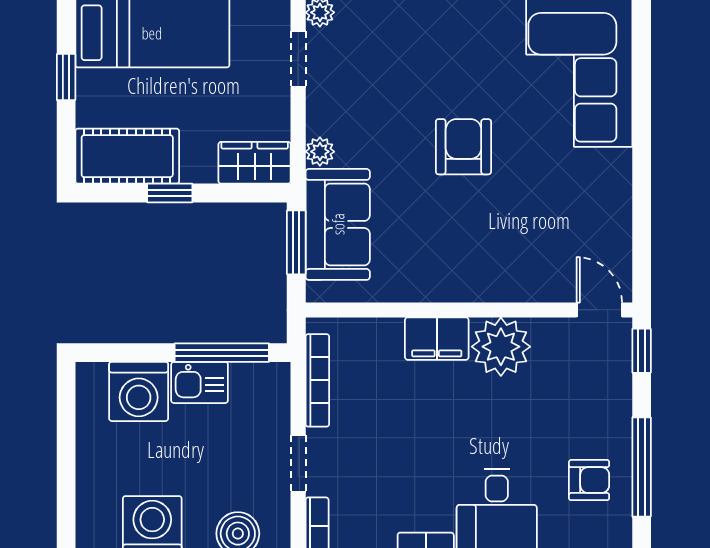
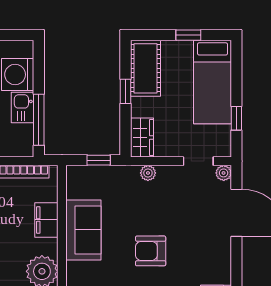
armchair: (463, 147) -> (151, 251), turned 180
sofa: (338, 224) -> (83, 230), moved, turned -90
window: (296, 242) -> (99, 160), width x0.67
filing cabinet: (437, 339) -> (46, 220), moved

